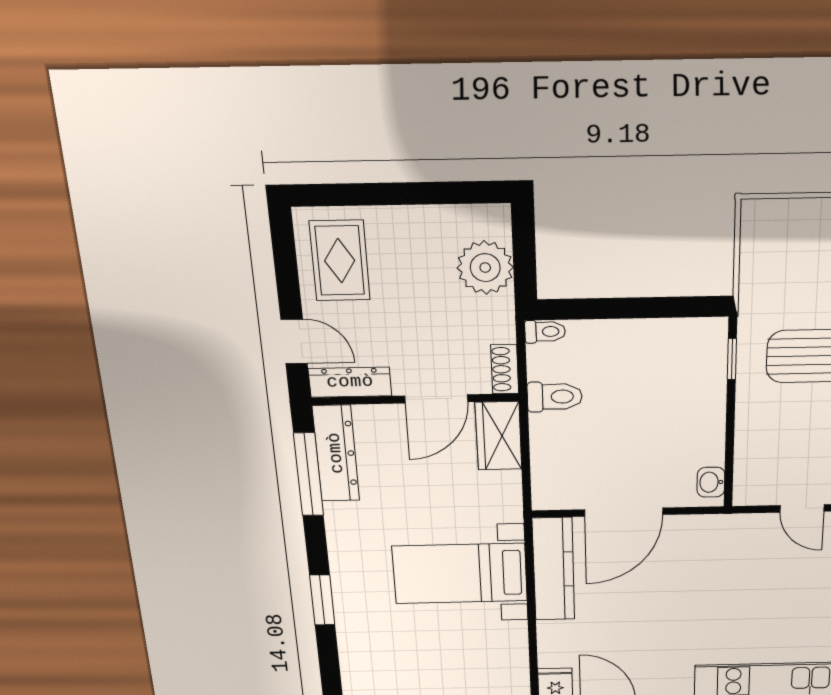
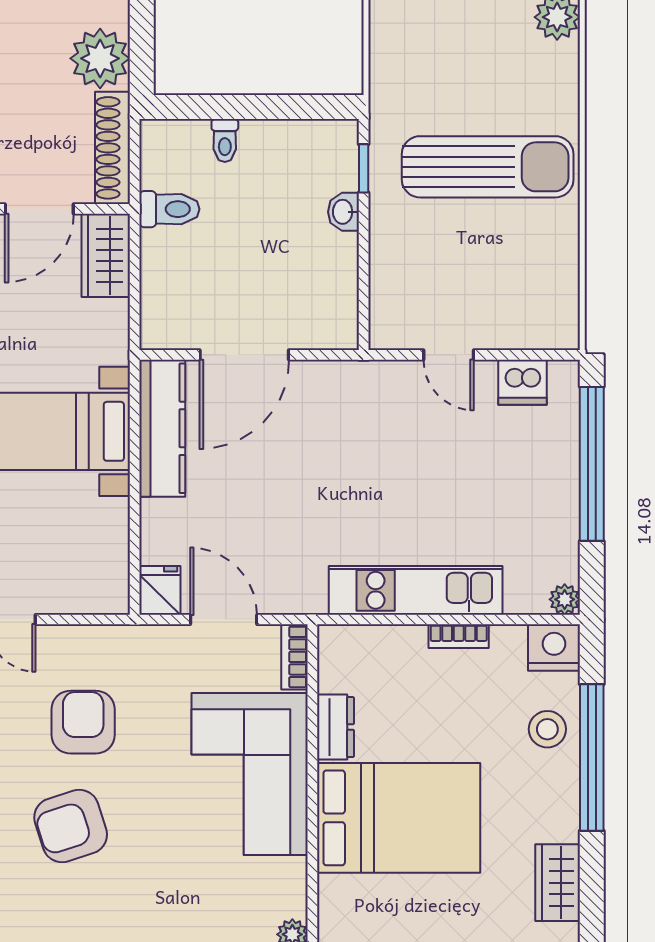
toilet: (545, 332) -> (225, 141), moved, turned 90
shoe rack: (505, 369) -> (113, 148), width x1.94, depth x1.24
washbasin: (711, 482) -> (343, 212), moved

